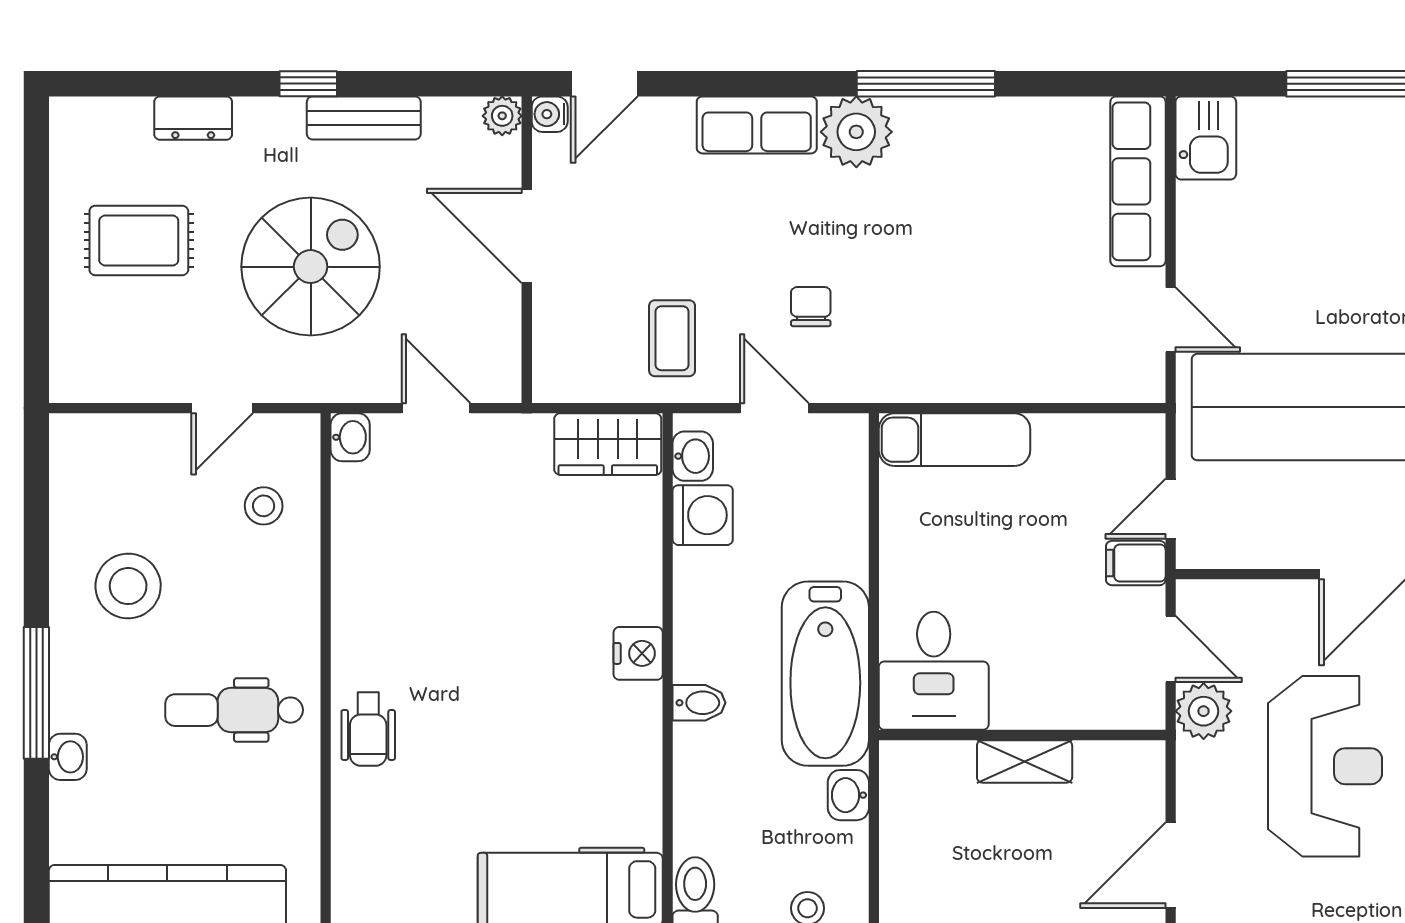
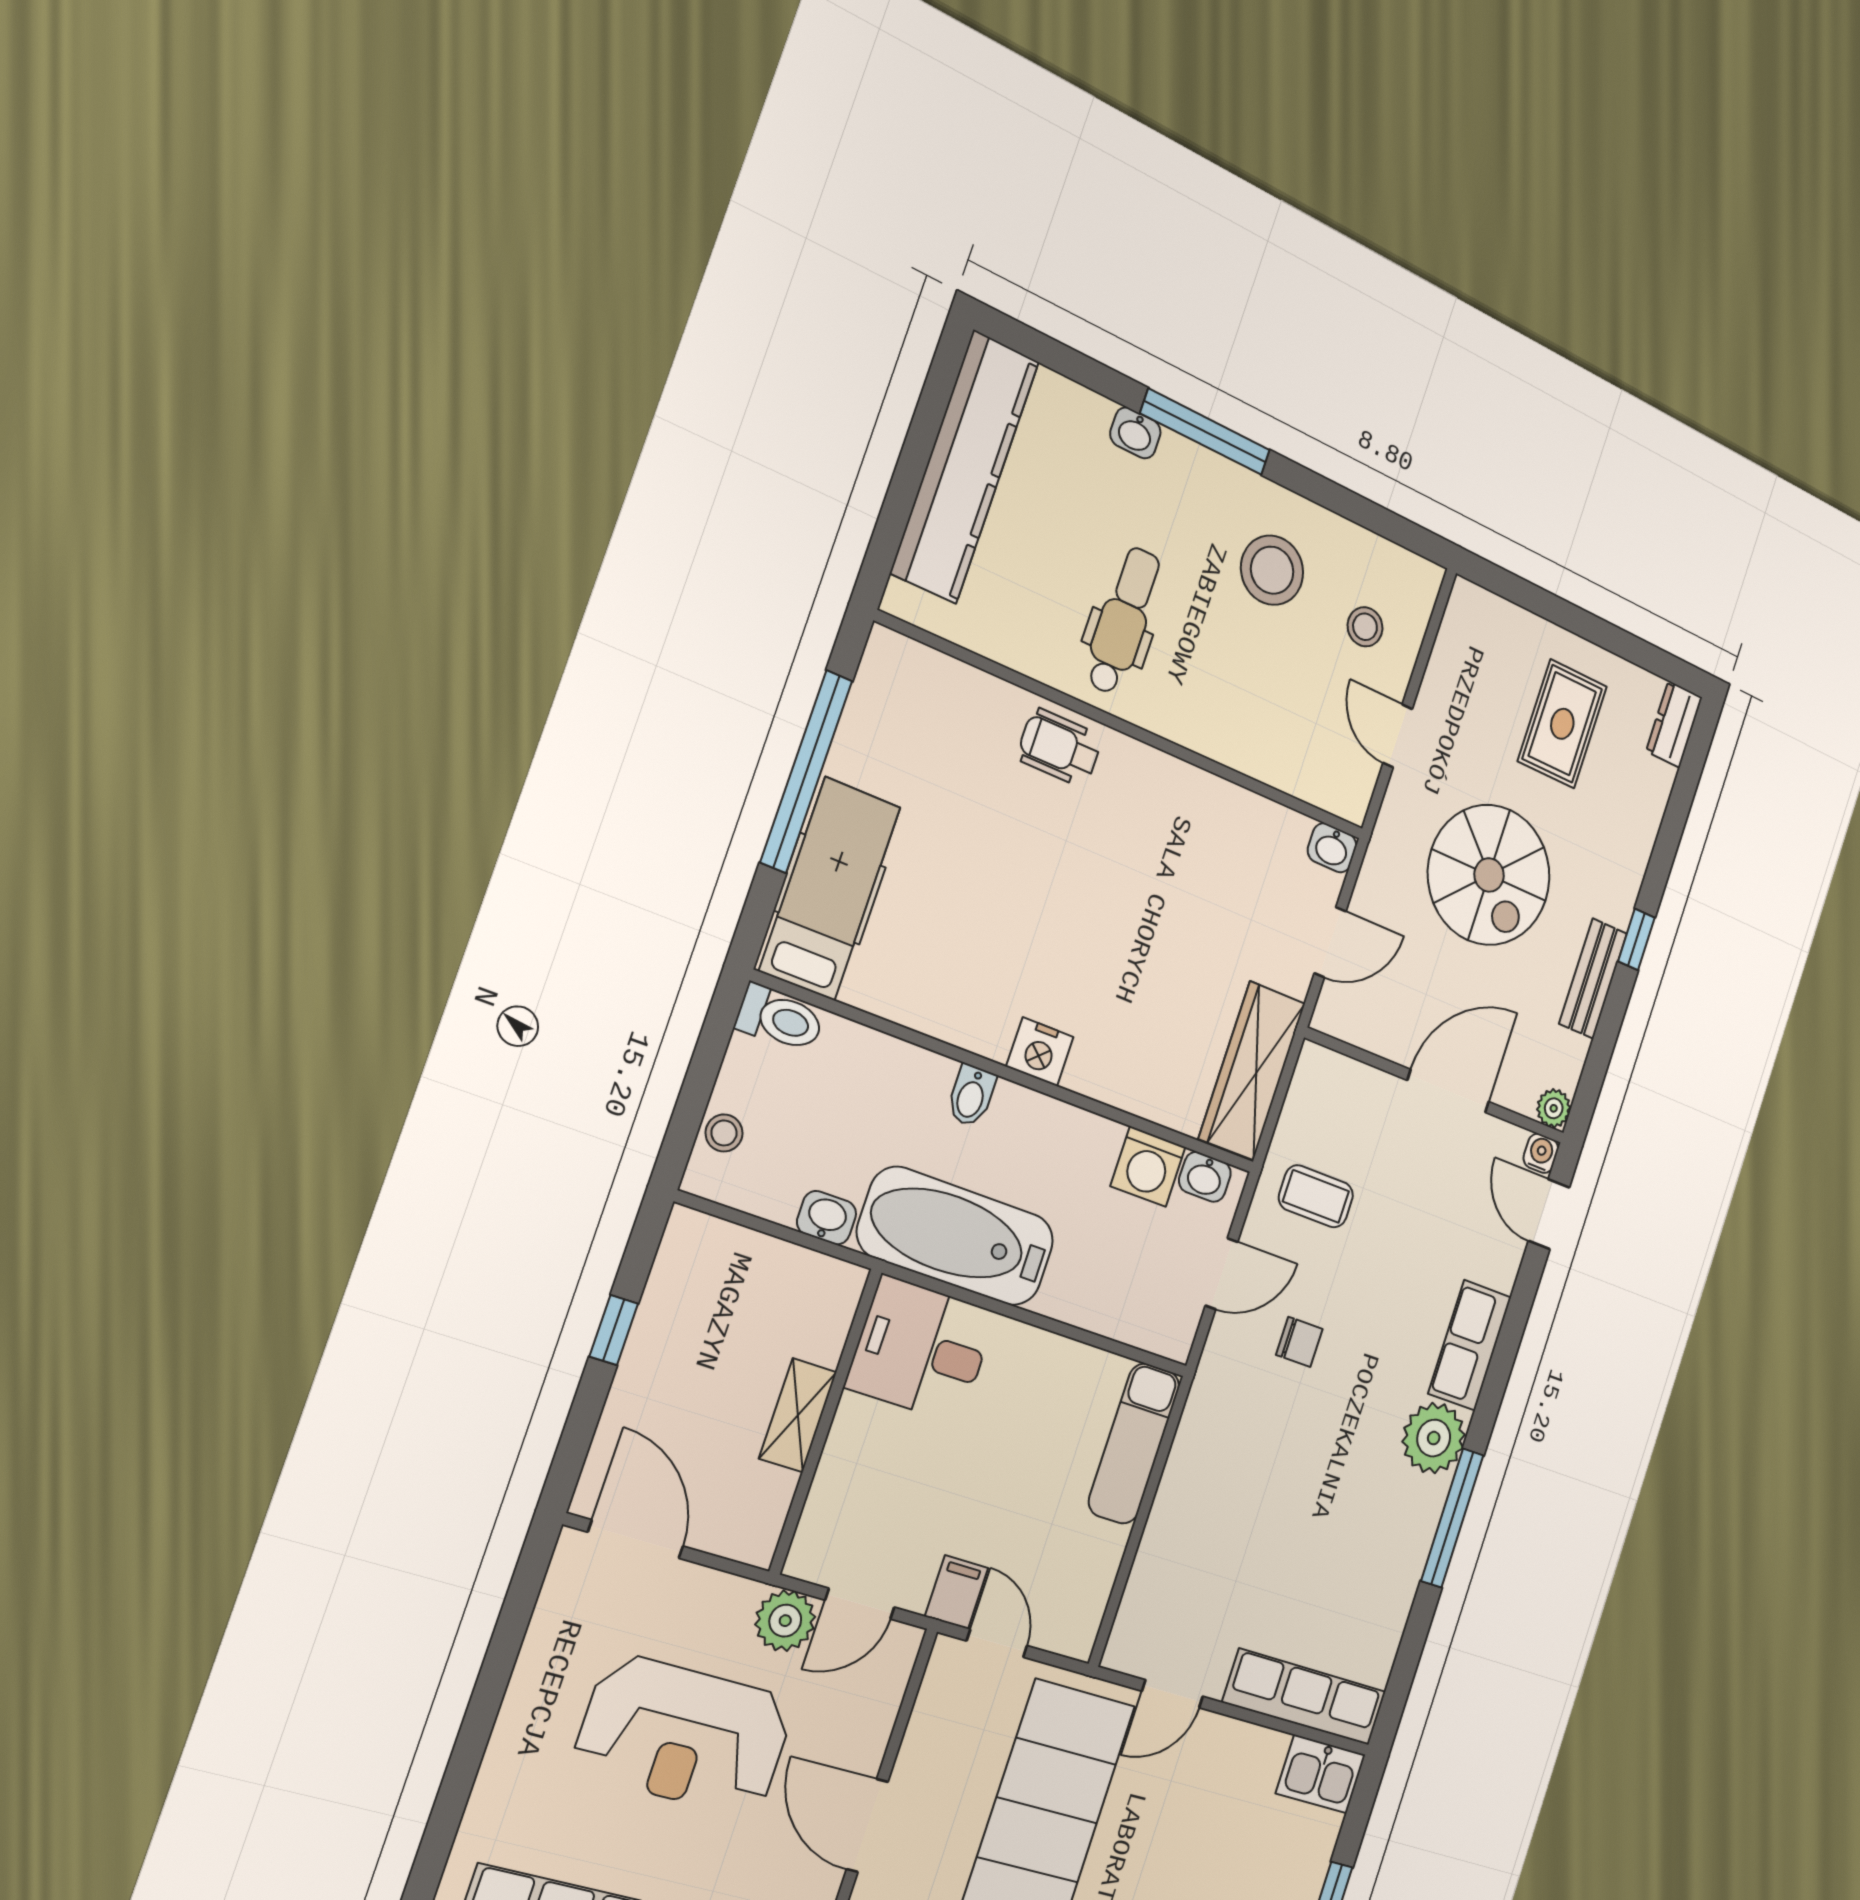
dresser: (193, 118) -> (1674, 724), moved
wardrobe: (608, 444) -> (1252, 1071), width x1.50
stool: (264, 506) -> (1365, 627), moved

